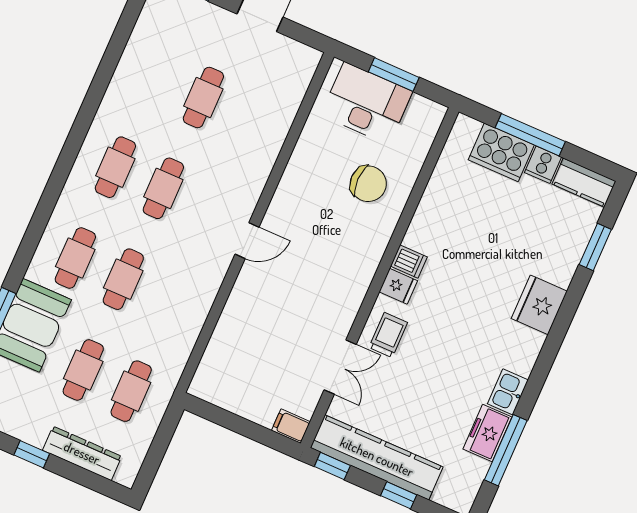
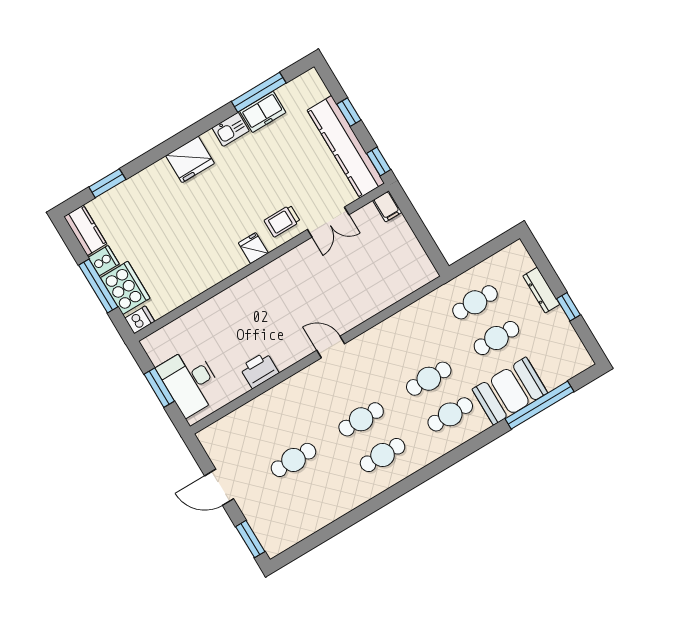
printer: (304, 165) -> (259, 370), added
chair: (368, 184) -> (226, 328), removed
dishwasher: (409, 262) -> (140, 320), moved, turned 90
fridge: (539, 305) -> (190, 159), moved
double door: (340, 367) -> (328, 222), swing flipped
dresser: (82, 453) -> (541, 290), width x0.73, depth x0.80

